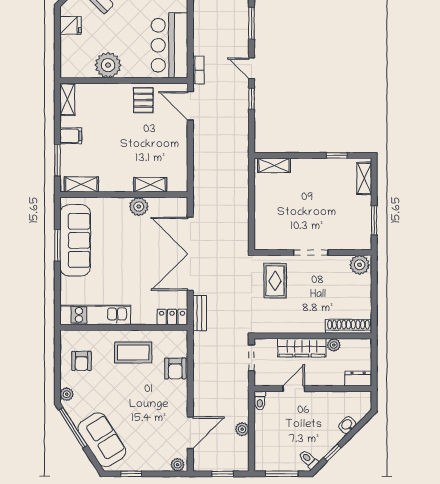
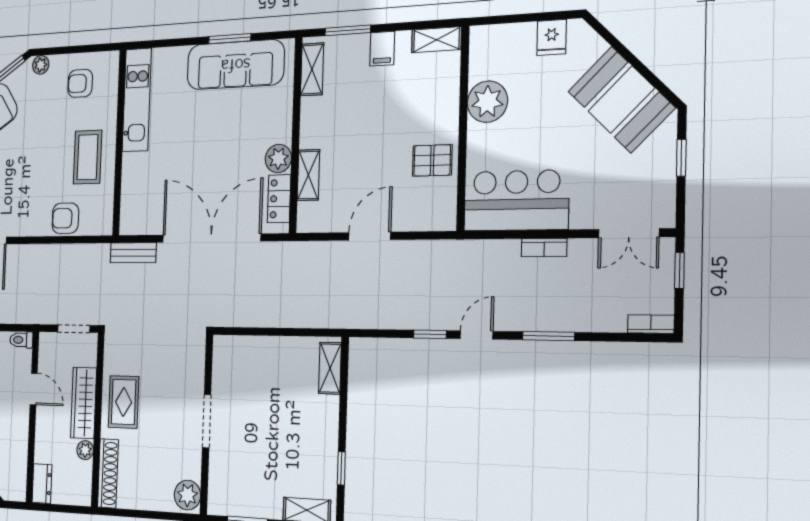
bookcase: (198, 70) -> (544, 248), moved
door: (190, 106) -> (370, 236), moved
rug: (275, 281) -> (124, 402), moved, turned 90
locker: (172, 317) -> (279, 199), moved, turned 180

